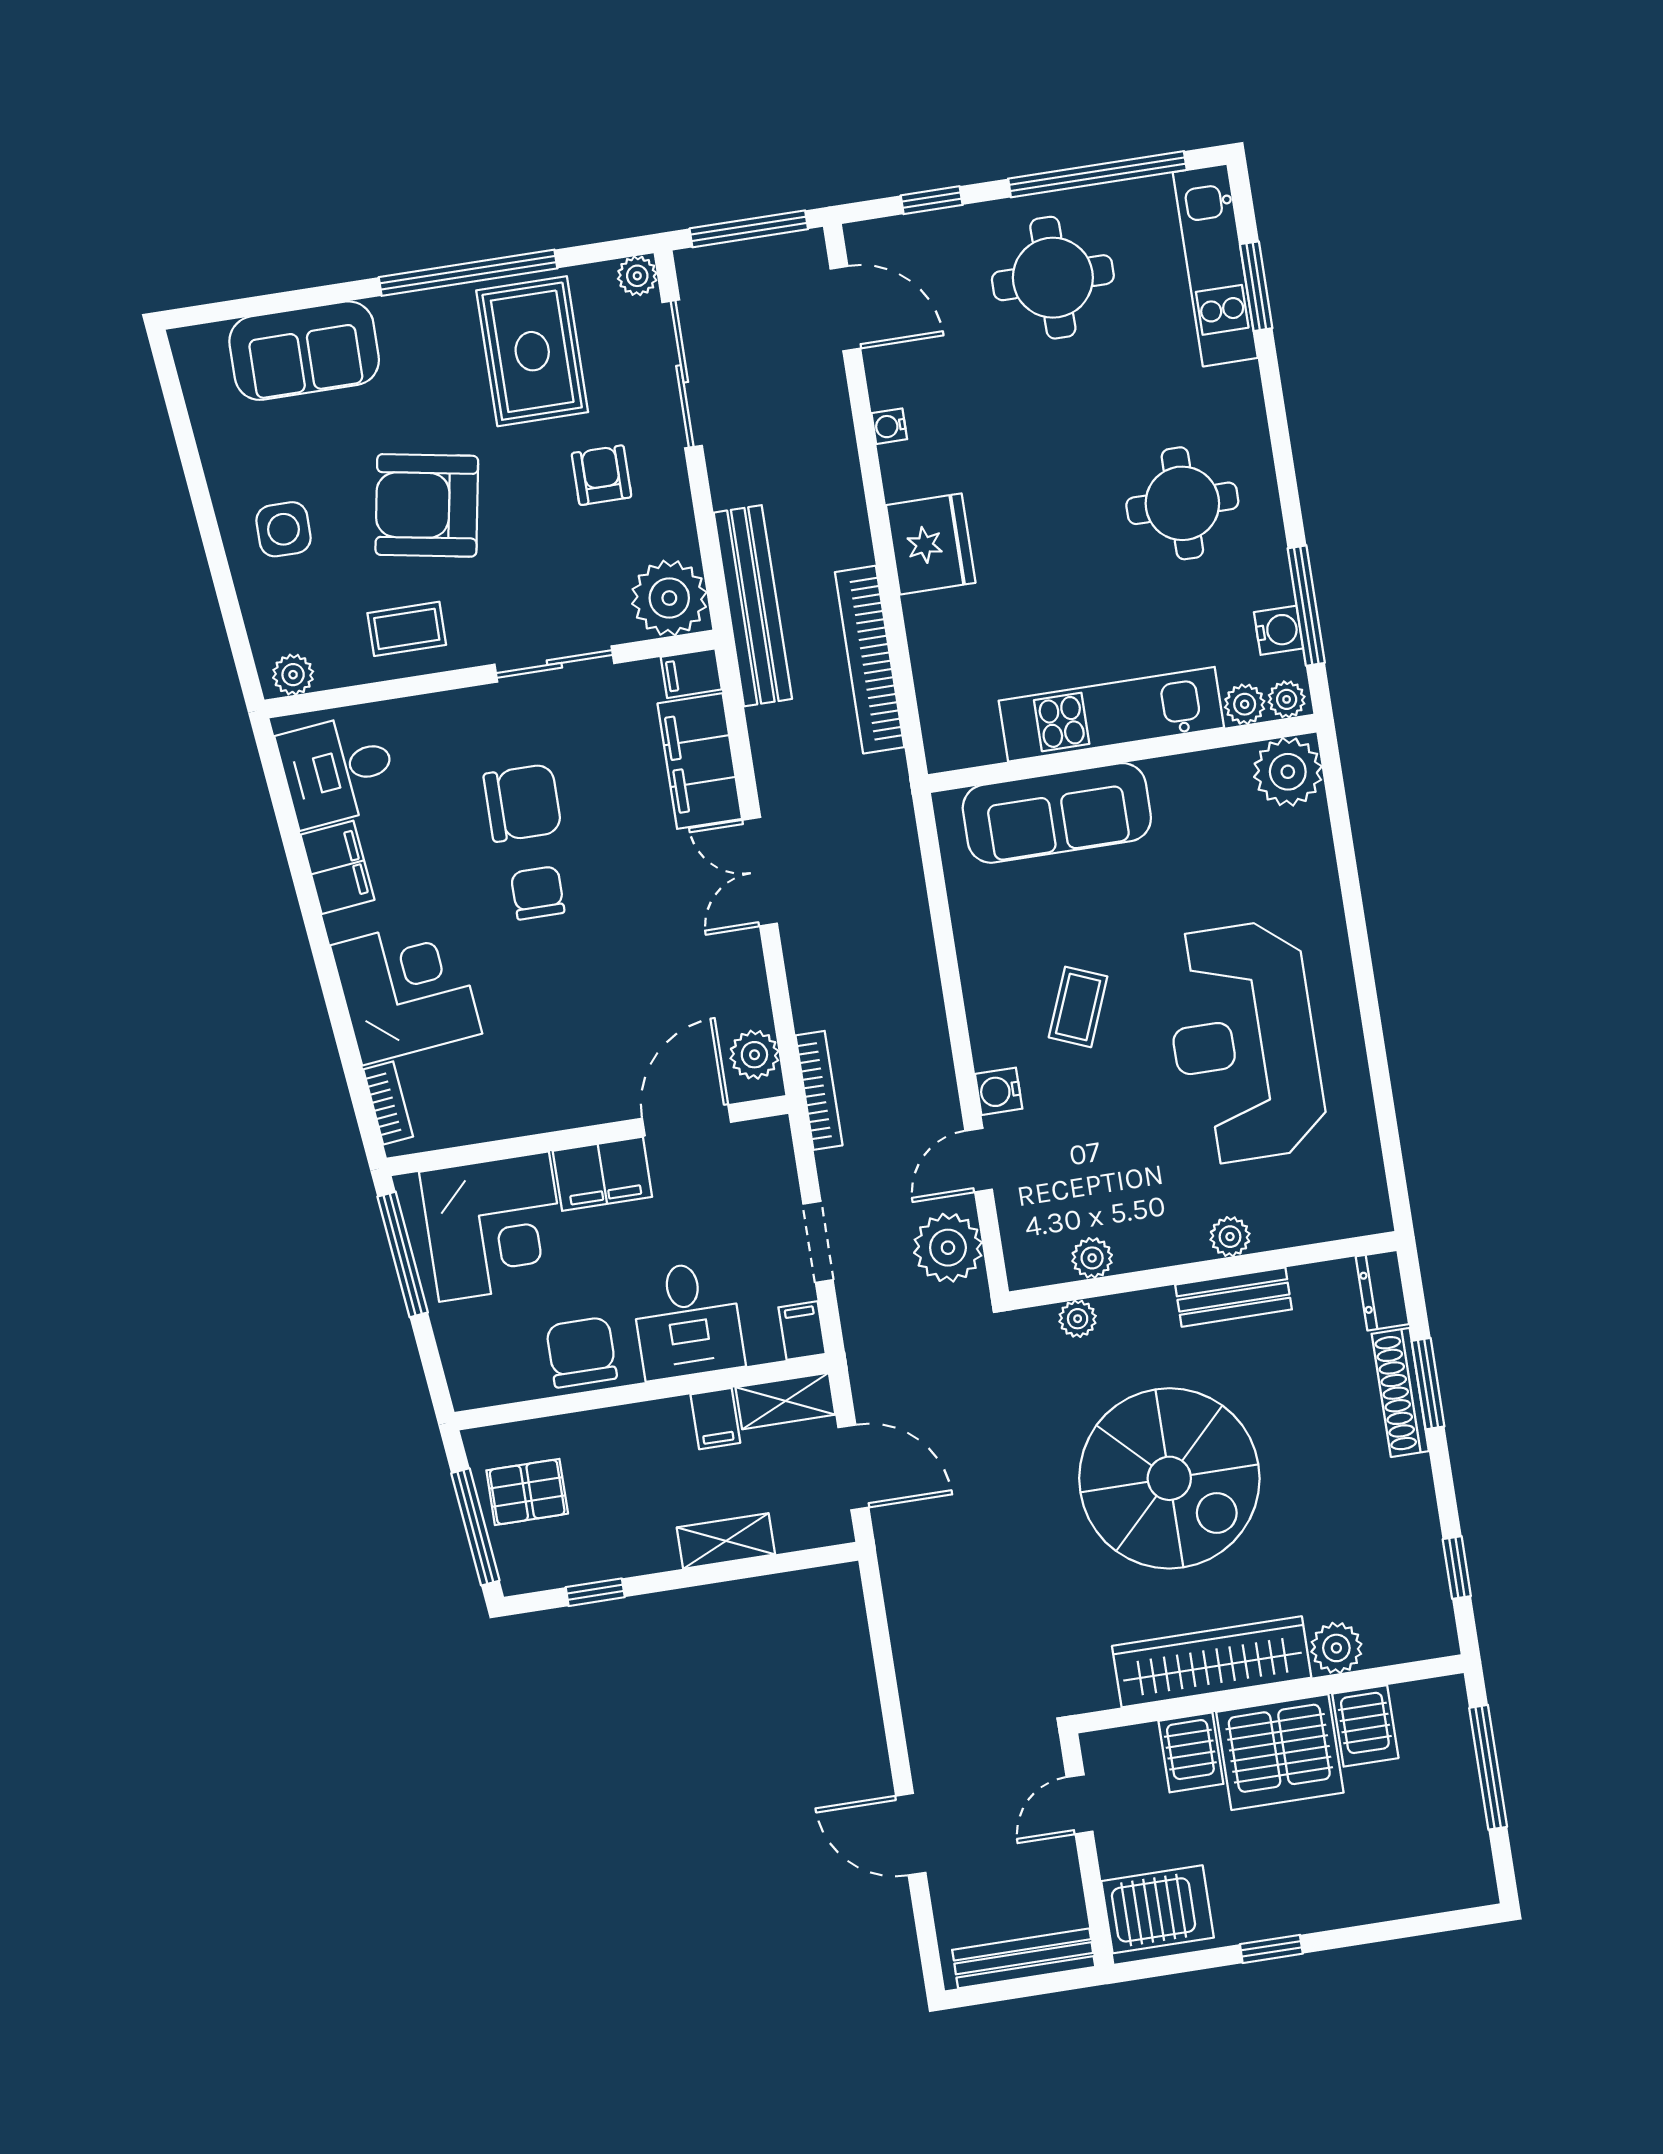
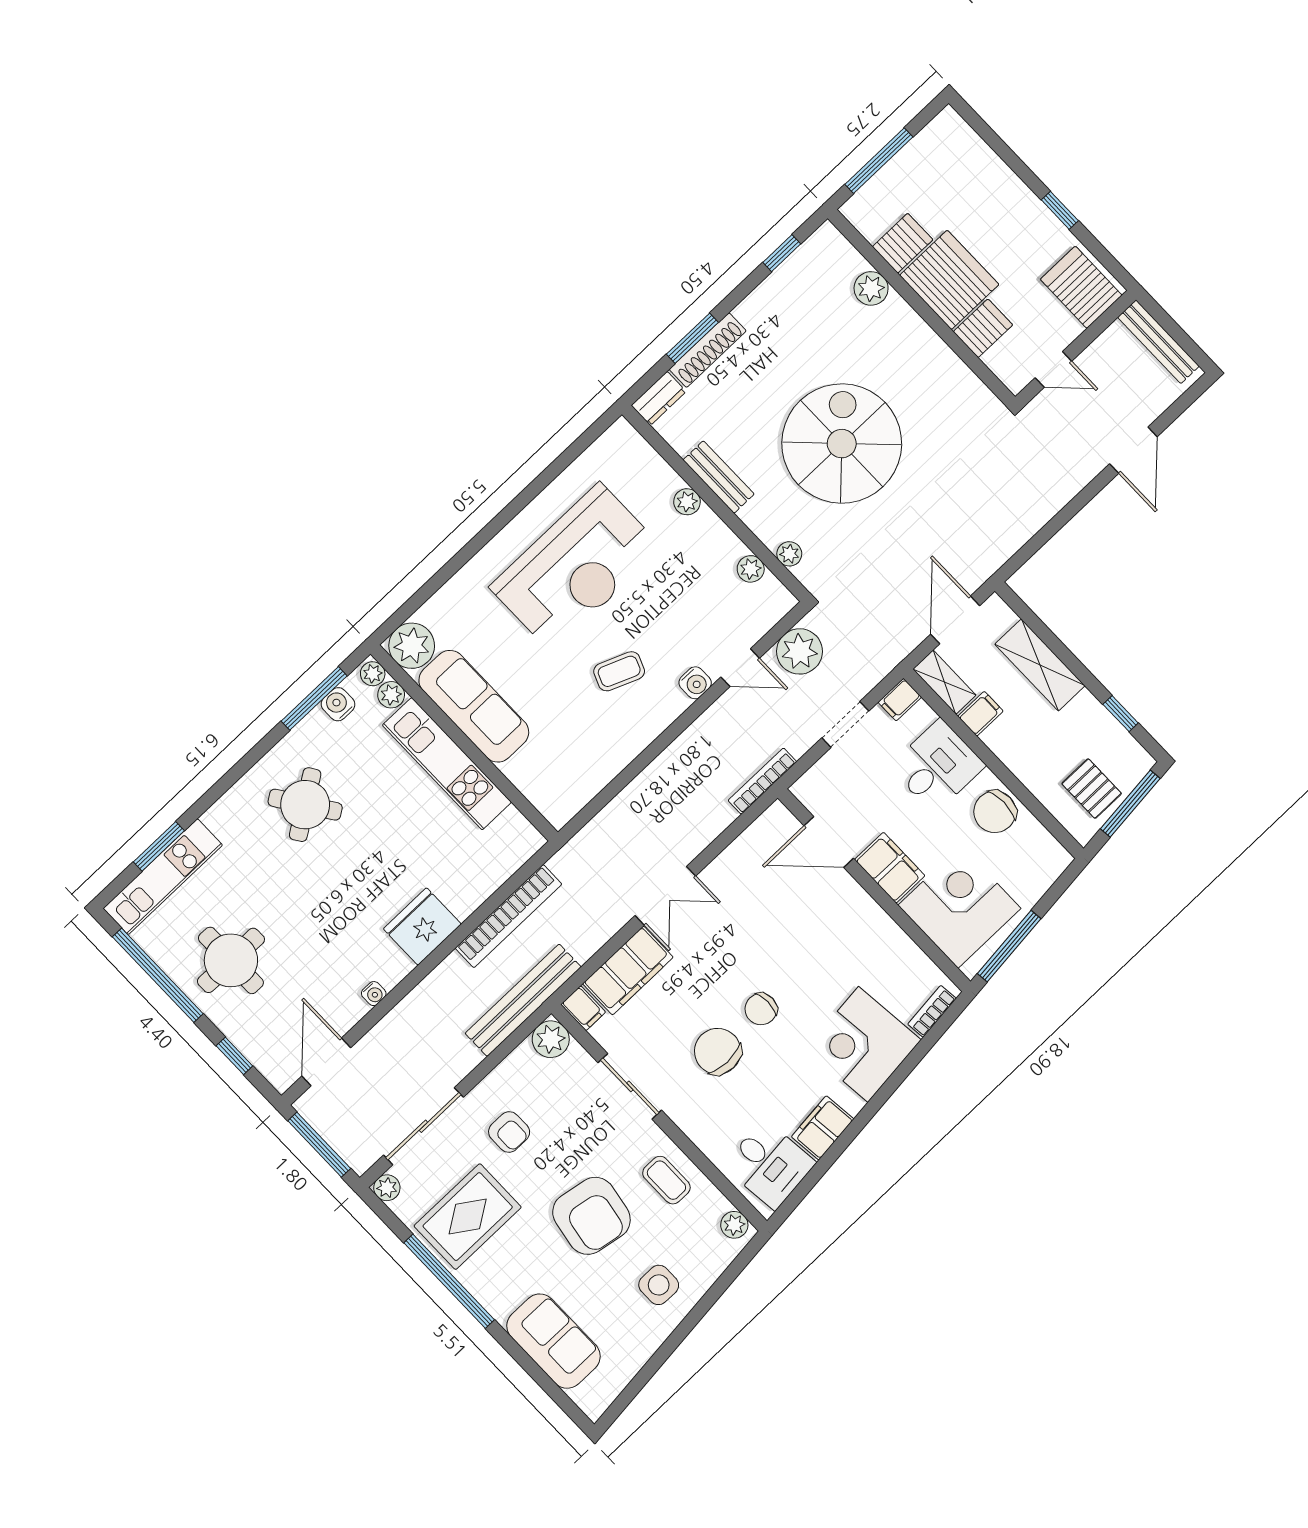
armchair: (601, 475) -> (509, 1132), turned -90
round table: (1182, 503) -> (305, 805), turned -34
plant: (669, 598) -> (551, 1039), width x0.73, depth x0.73
sofa: (1057, 813) -> (474, 706), moved
plant: (754, 1055) -> (767, 830), removed
shelving: (726, 1541) -> (1040, 665), width x1.50, depth x1.33
wardrobe: (1212, 1662) -> (926, 351), removed

